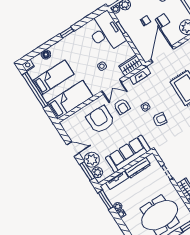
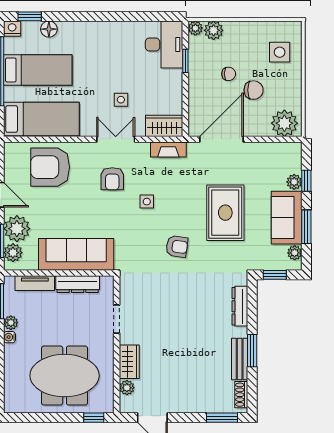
window: (67, 32) -> (30, 16), moved
desk: (106, 32) -> (164, 44), width x0.73, depth x0.77
double door: (112, 87) -> (116, 139), swing flipped
armchair: (100, 120) -> (50, 167), moved, turned -90
armchair: (160, 120) -> (177, 246), moved

